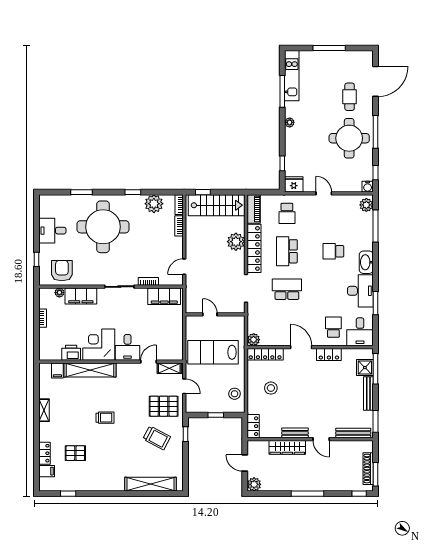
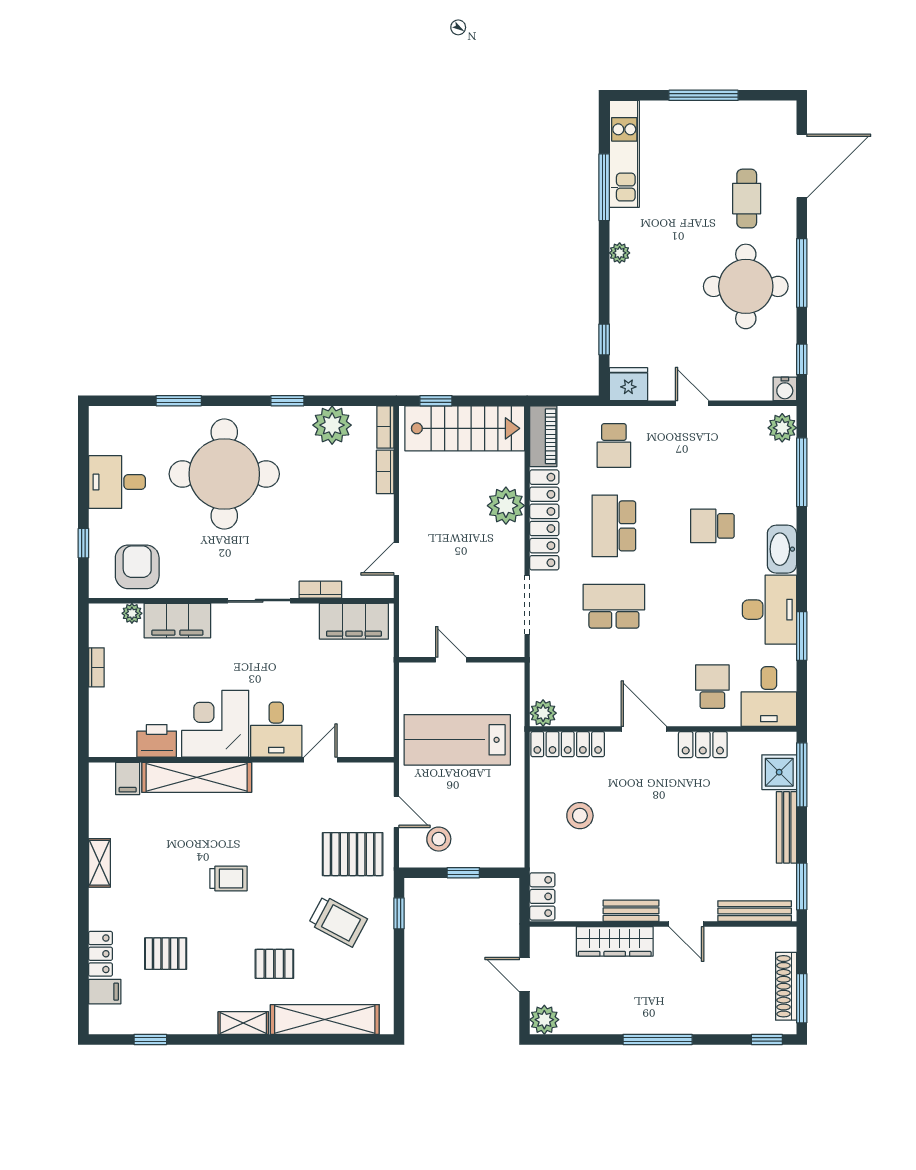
shelving: (169, 368) -> (243, 1023), moved
stool: (235, 394) -> (439, 839), moved
pallet: (127, 458) -> (274, 964), added

